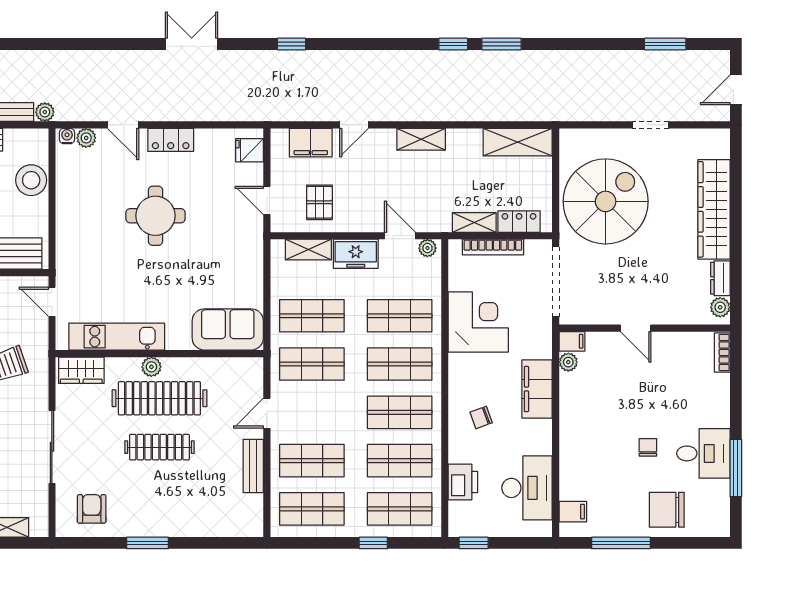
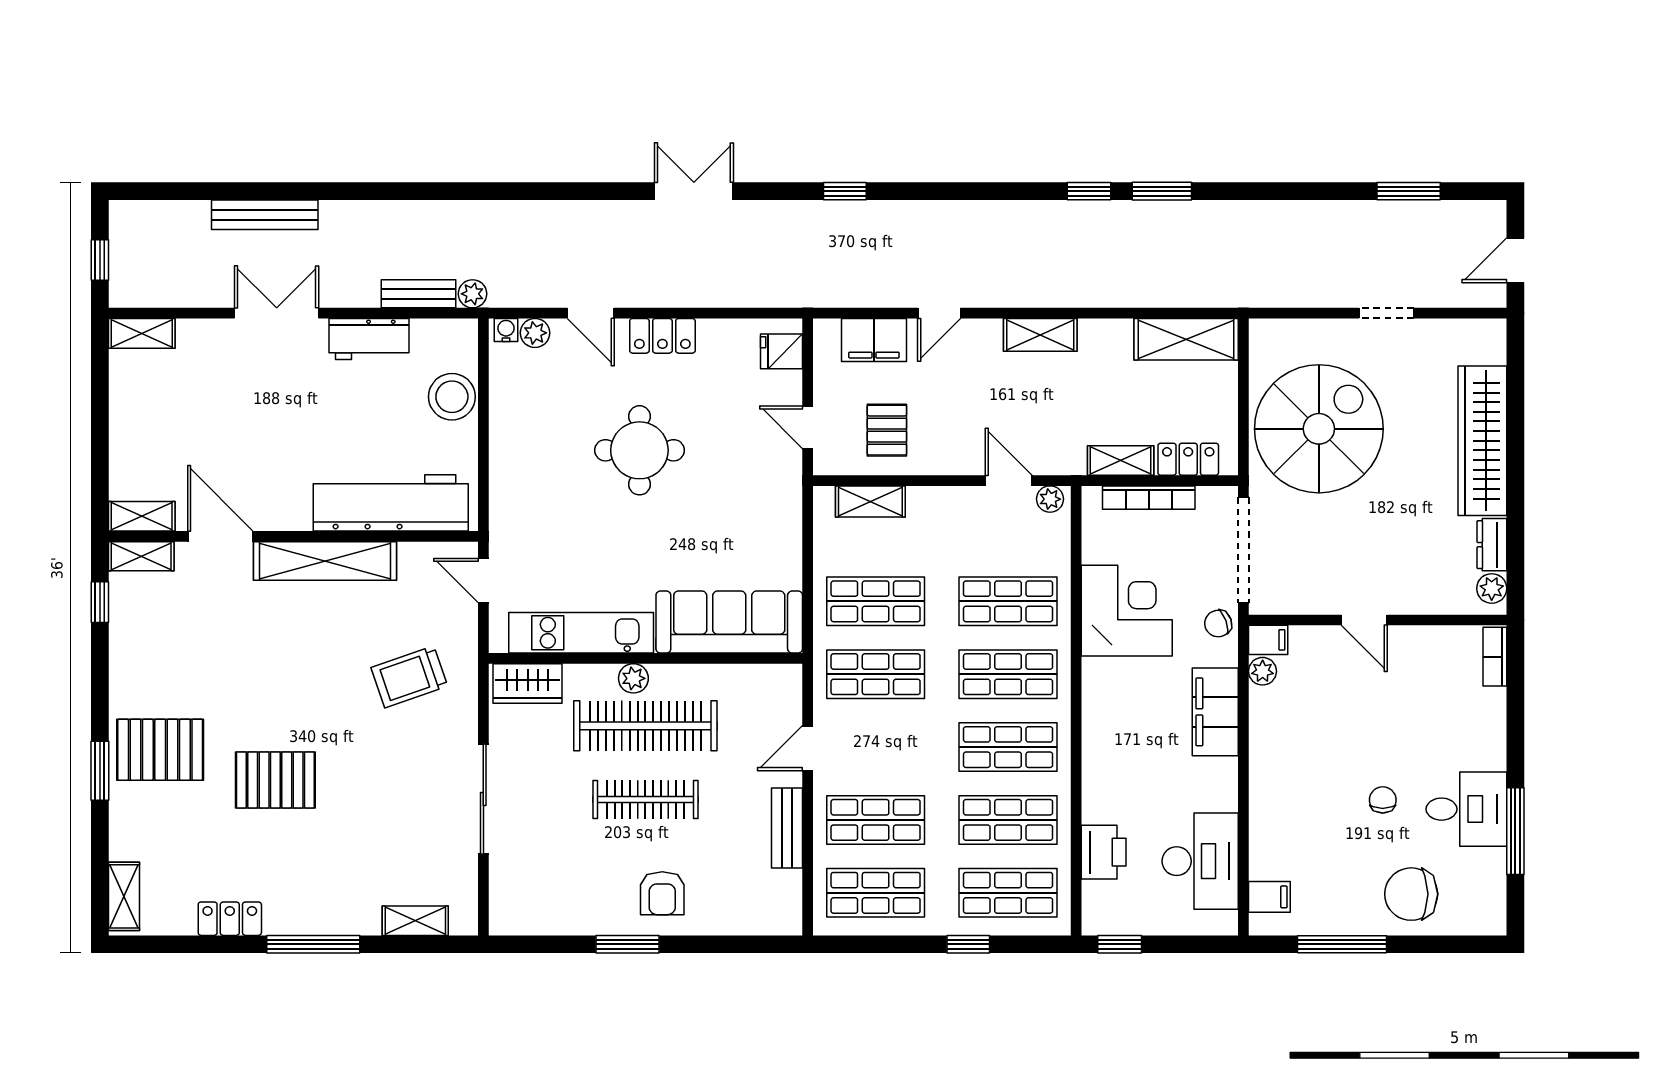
freezer: (356, 254) -> (942, 508), removed
sofa: (228, 329) -> (729, 622), width x1.36
chair: (481, 417) -> (1218, 624), moved
armchair: (92, 509) -> (662, 893), moved, turned 180

